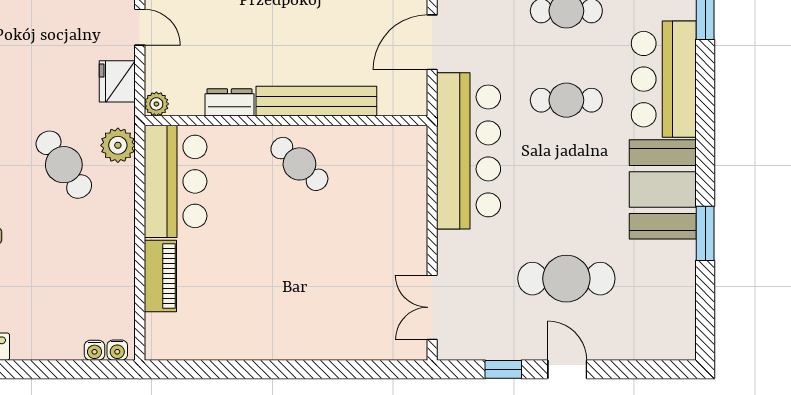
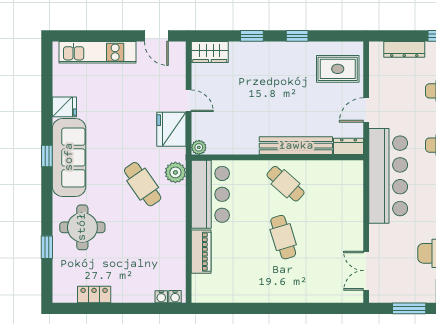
door: (432, 42) -> (366, 110), width x0.73
fridge: (117, 81) -> (171, 129), width x1.36, depth x1.34
dresser: (229, 102) -> (349, 146), moved
cafe table: (296, 252) -> (283, 237), added
window: (503, 369) -> (409, 308), width x1.50

